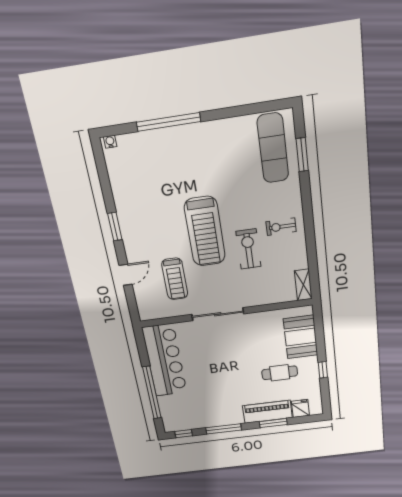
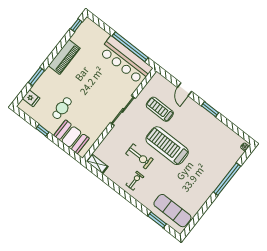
window: (152, 393) -> (130, 47), moved
piano: (267, 412) -> (64, 57), moved
window: (224, 429) -> (58, 48), removed

